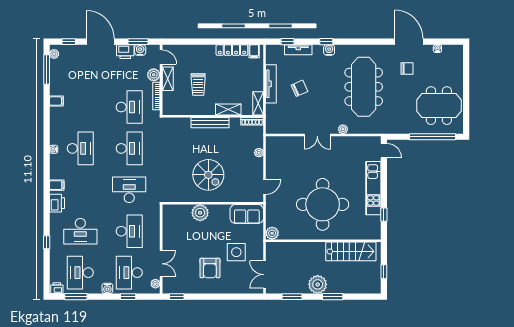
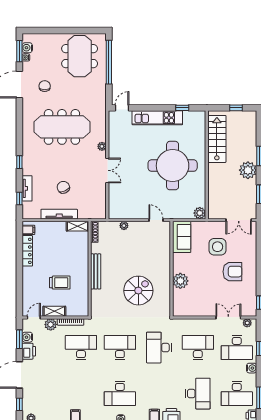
window: (444, 42) -> (19, 51), added
water cooler: (329, 50) -> (27, 48), moved
shelving: (228, 109) -> (83, 254), removed
desk: (80, 148) -> (120, 394), turned 180
spiral stairs: (208, 175) -> (138, 291), moved

